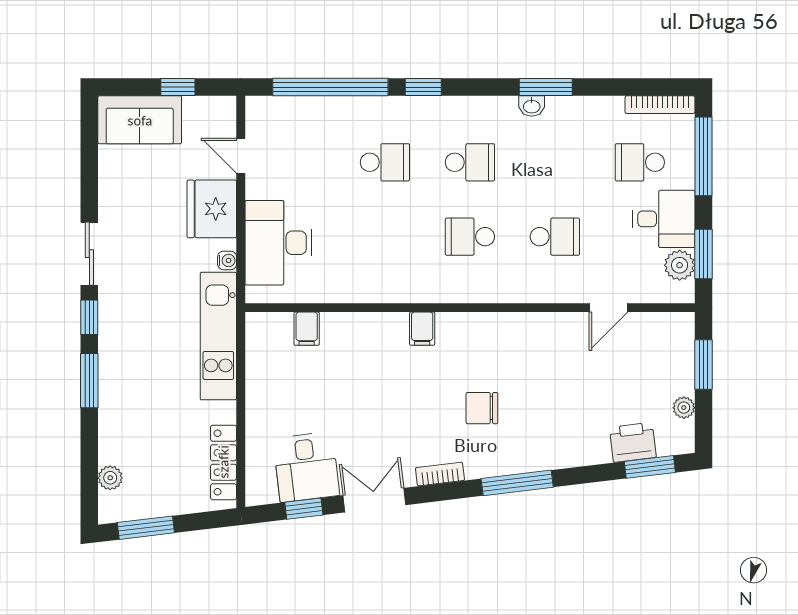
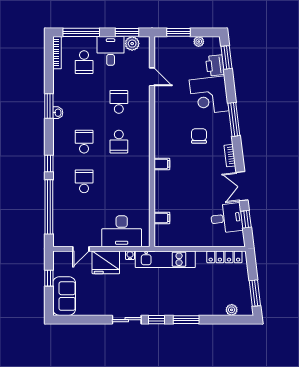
chair: (482, 408) -> (199, 136), turned 180
corner desk: (569, 430) -> (209, 95), added

